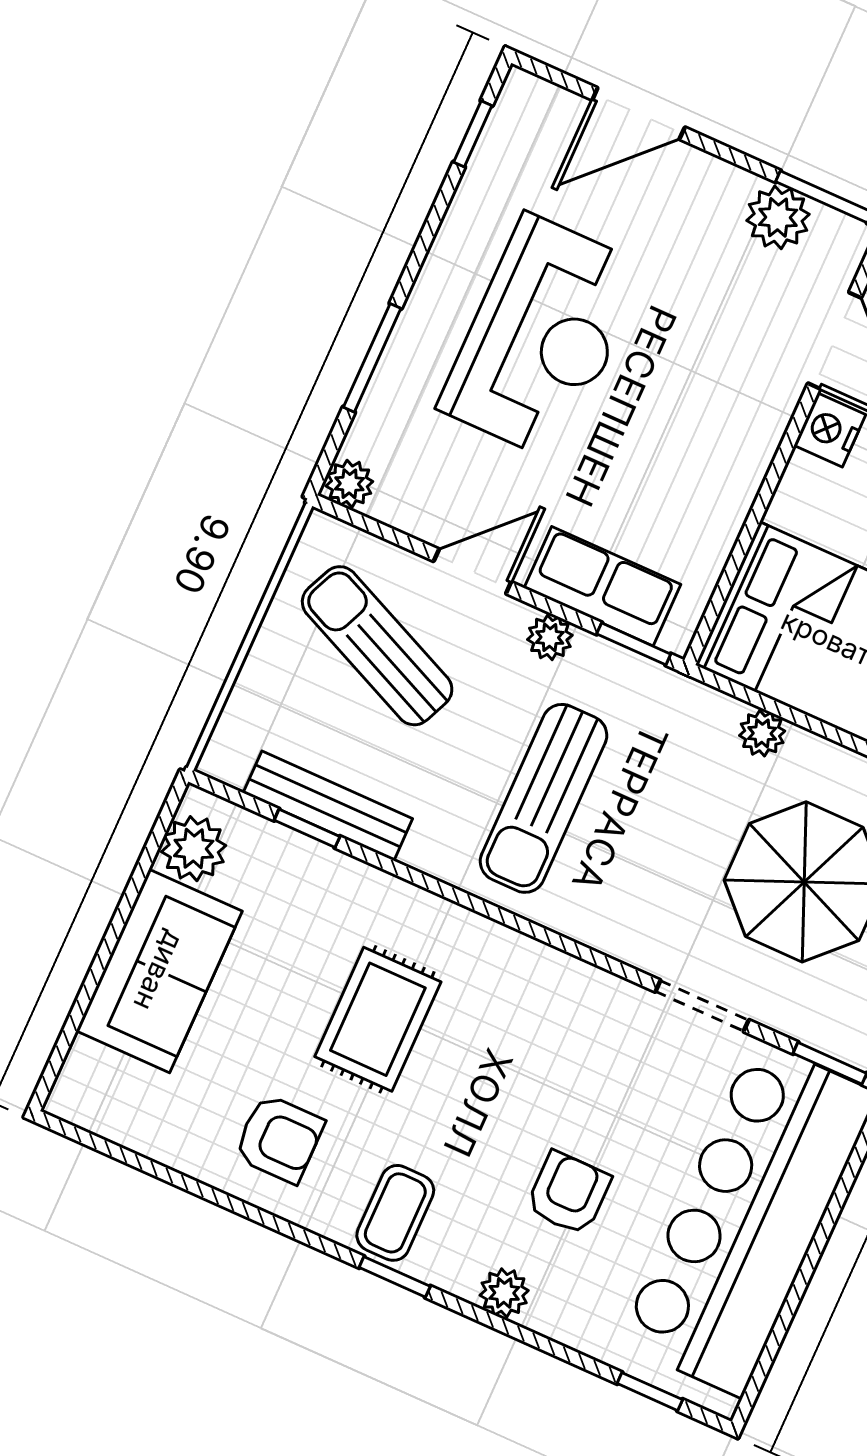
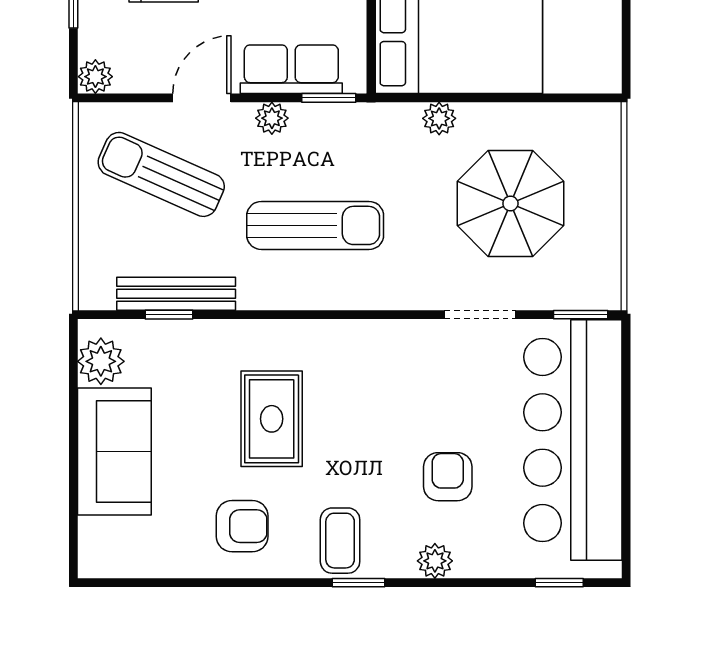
sun lounger: (544, 798) -> (315, 225), turned -90

